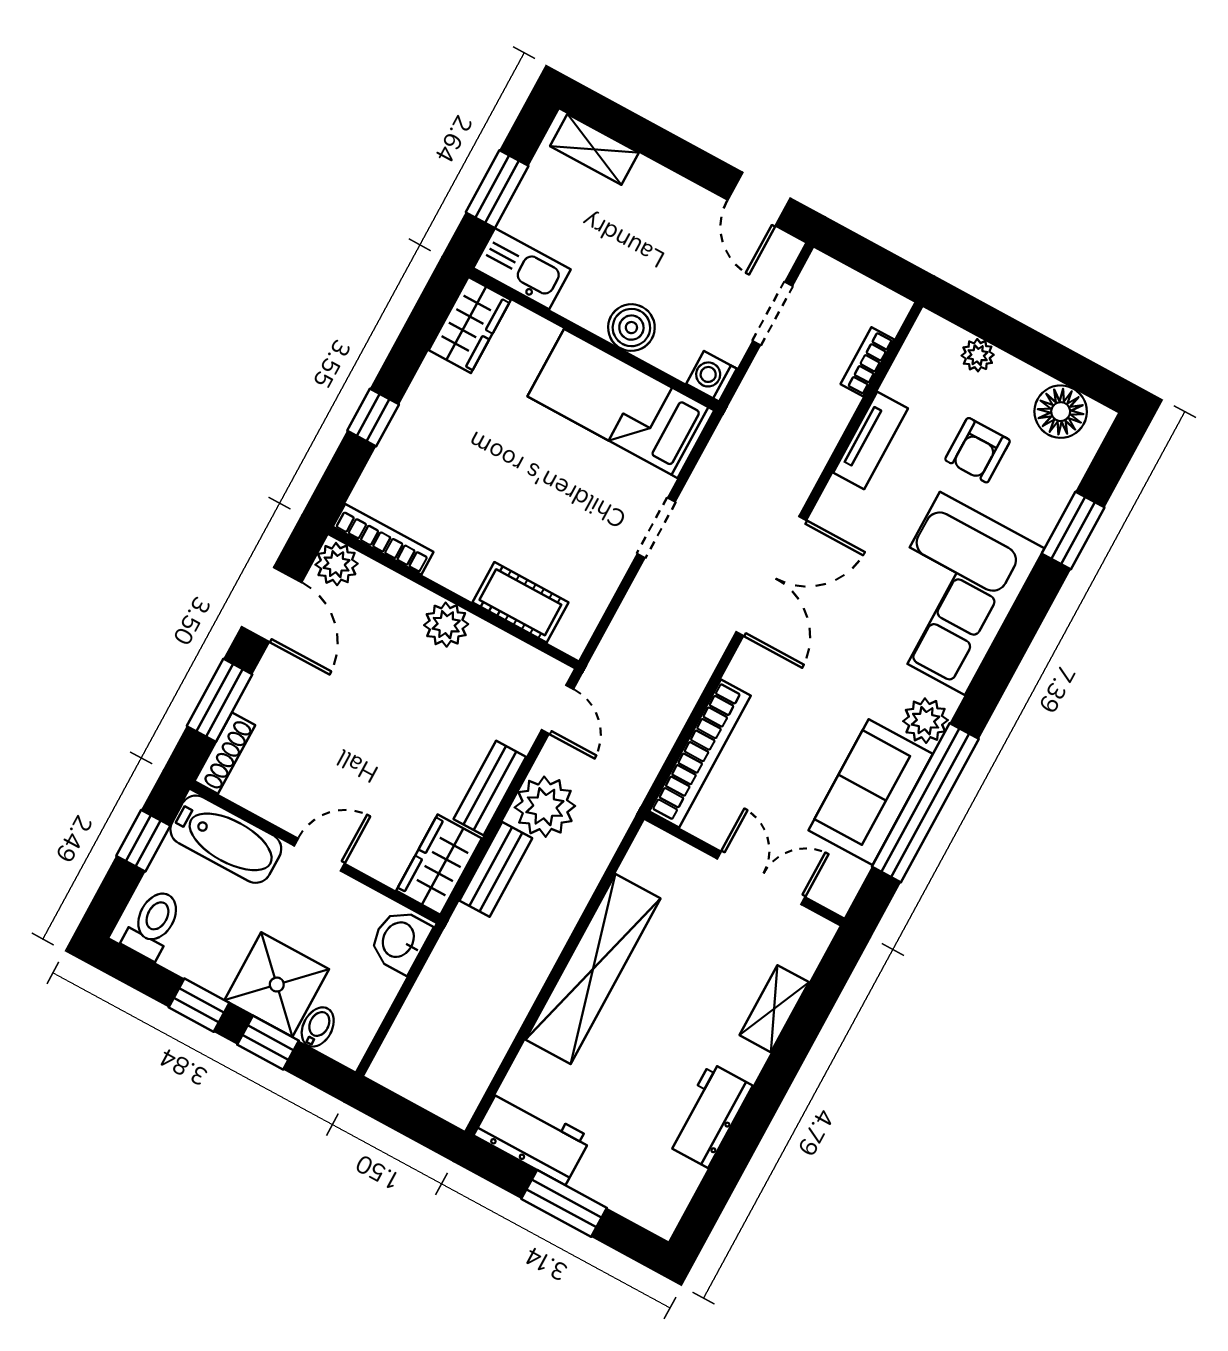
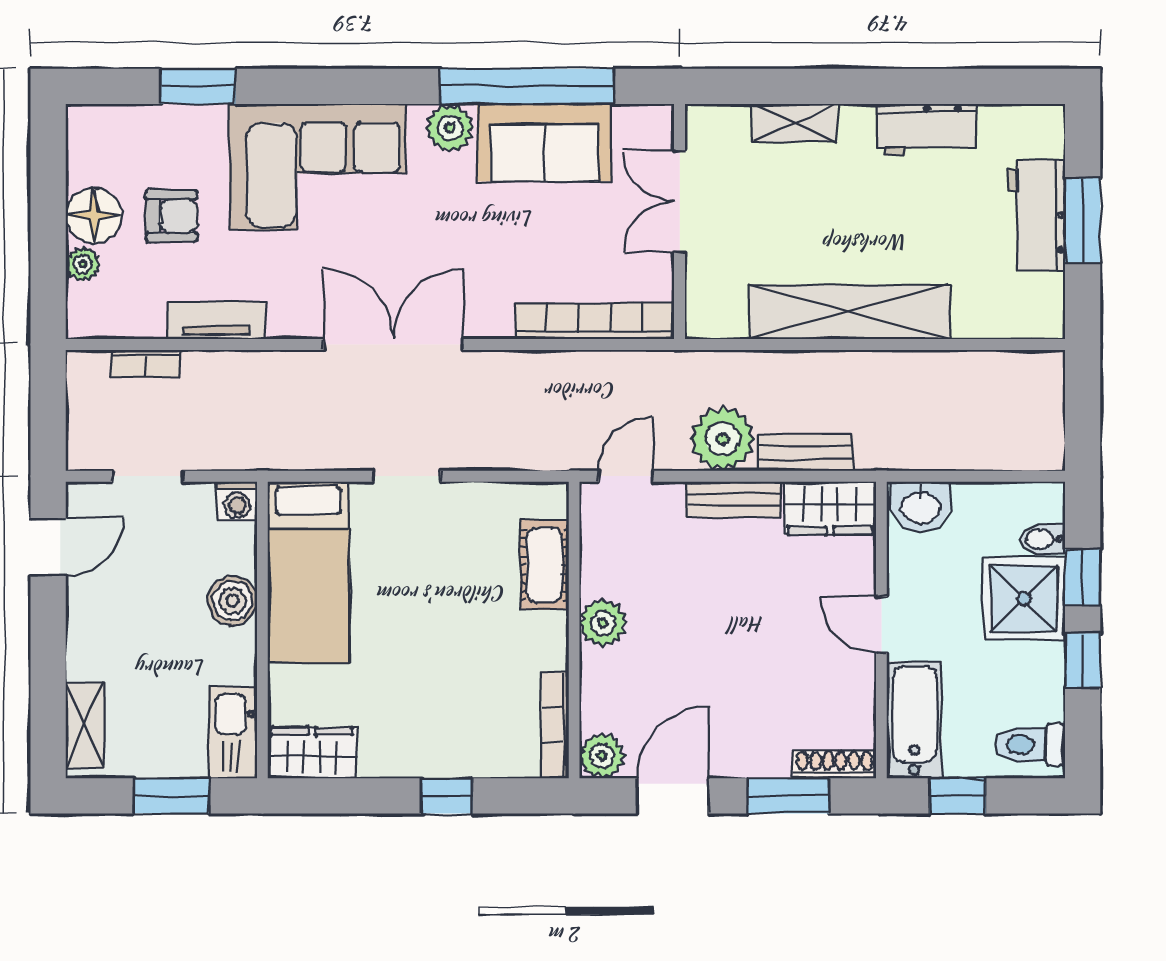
floor lamp: (1061, 412) -> (93, 216), moved
workbench: (532, 1136) -> (1036, 216), moved

